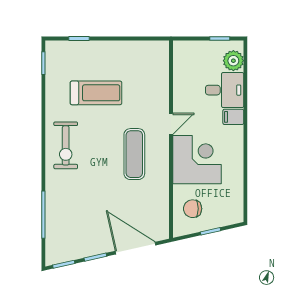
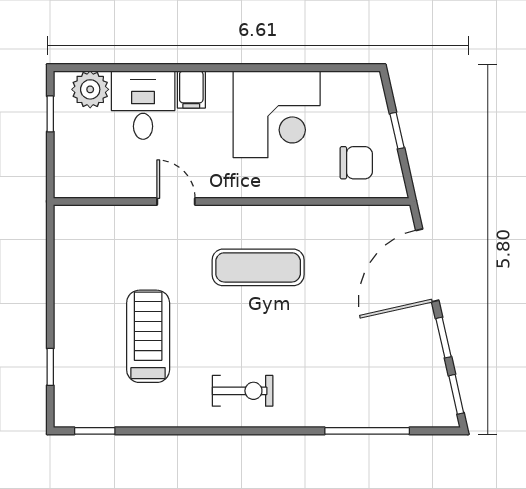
door: (171, 124) -> (176, 201), moved
exercise bike: (66, 145) -> (243, 391), width x0.73, depth x0.72
corner desk: (197, 160) -> (277, 114), moved, turned 180
chair: (193, 209) -> (356, 163), turned -90

